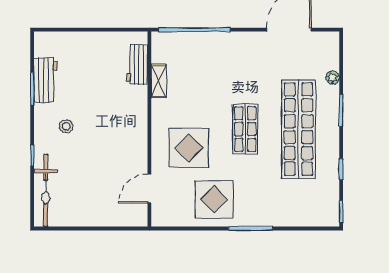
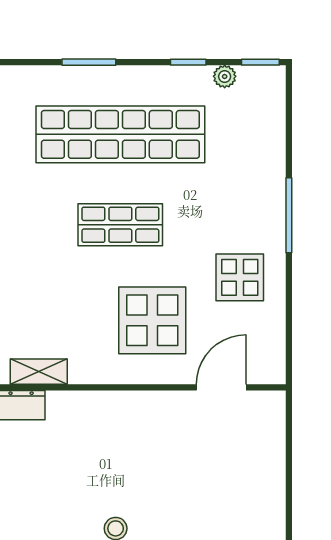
plant: (333, 77) -> (225, 76), moved
door: (149, 189) -> (221, 387), swing flipped
display table: (214, 200) -> (240, 277), width x0.73, depth x0.73

